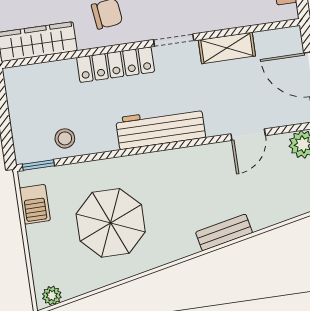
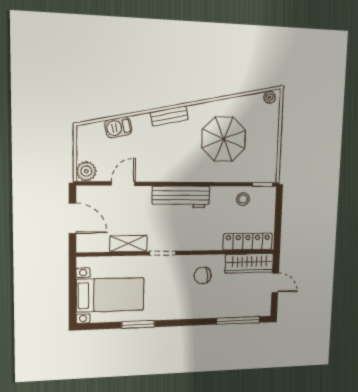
locker: (116, 65) -> (248, 242), moved
barbecue: (35, 204) -> (118, 127), moved, turned -102
bench: (224, 232) -> (169, 116), moved

